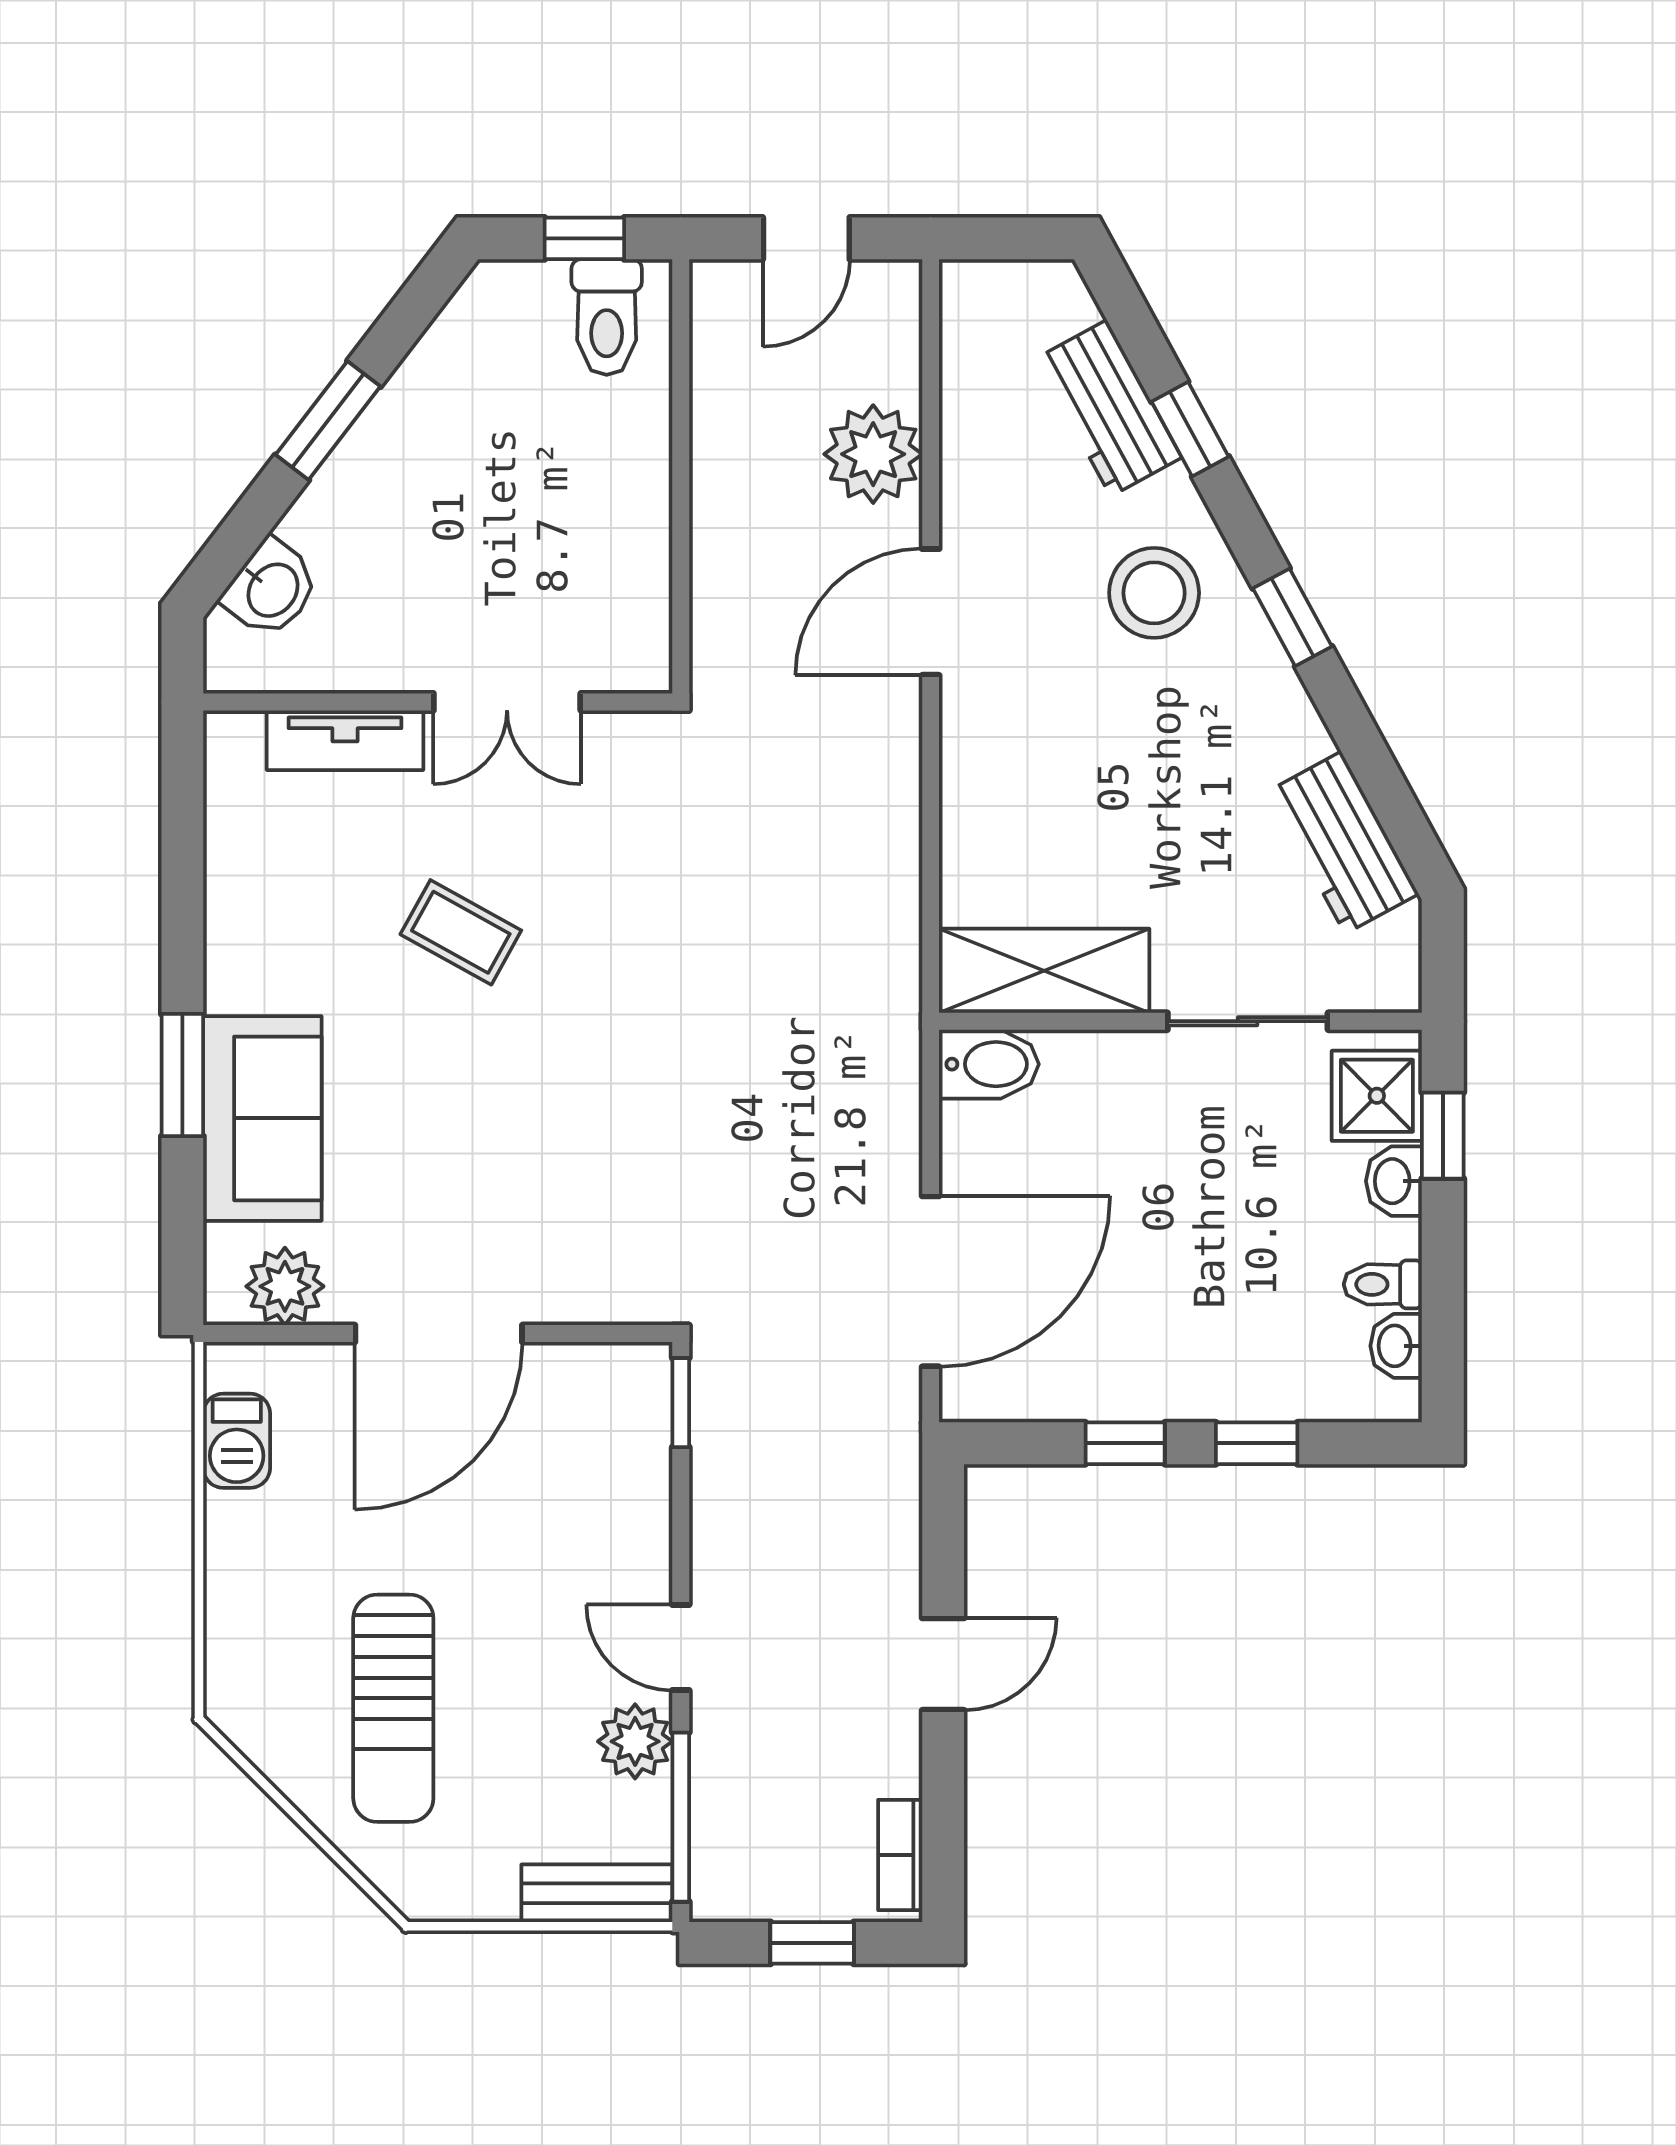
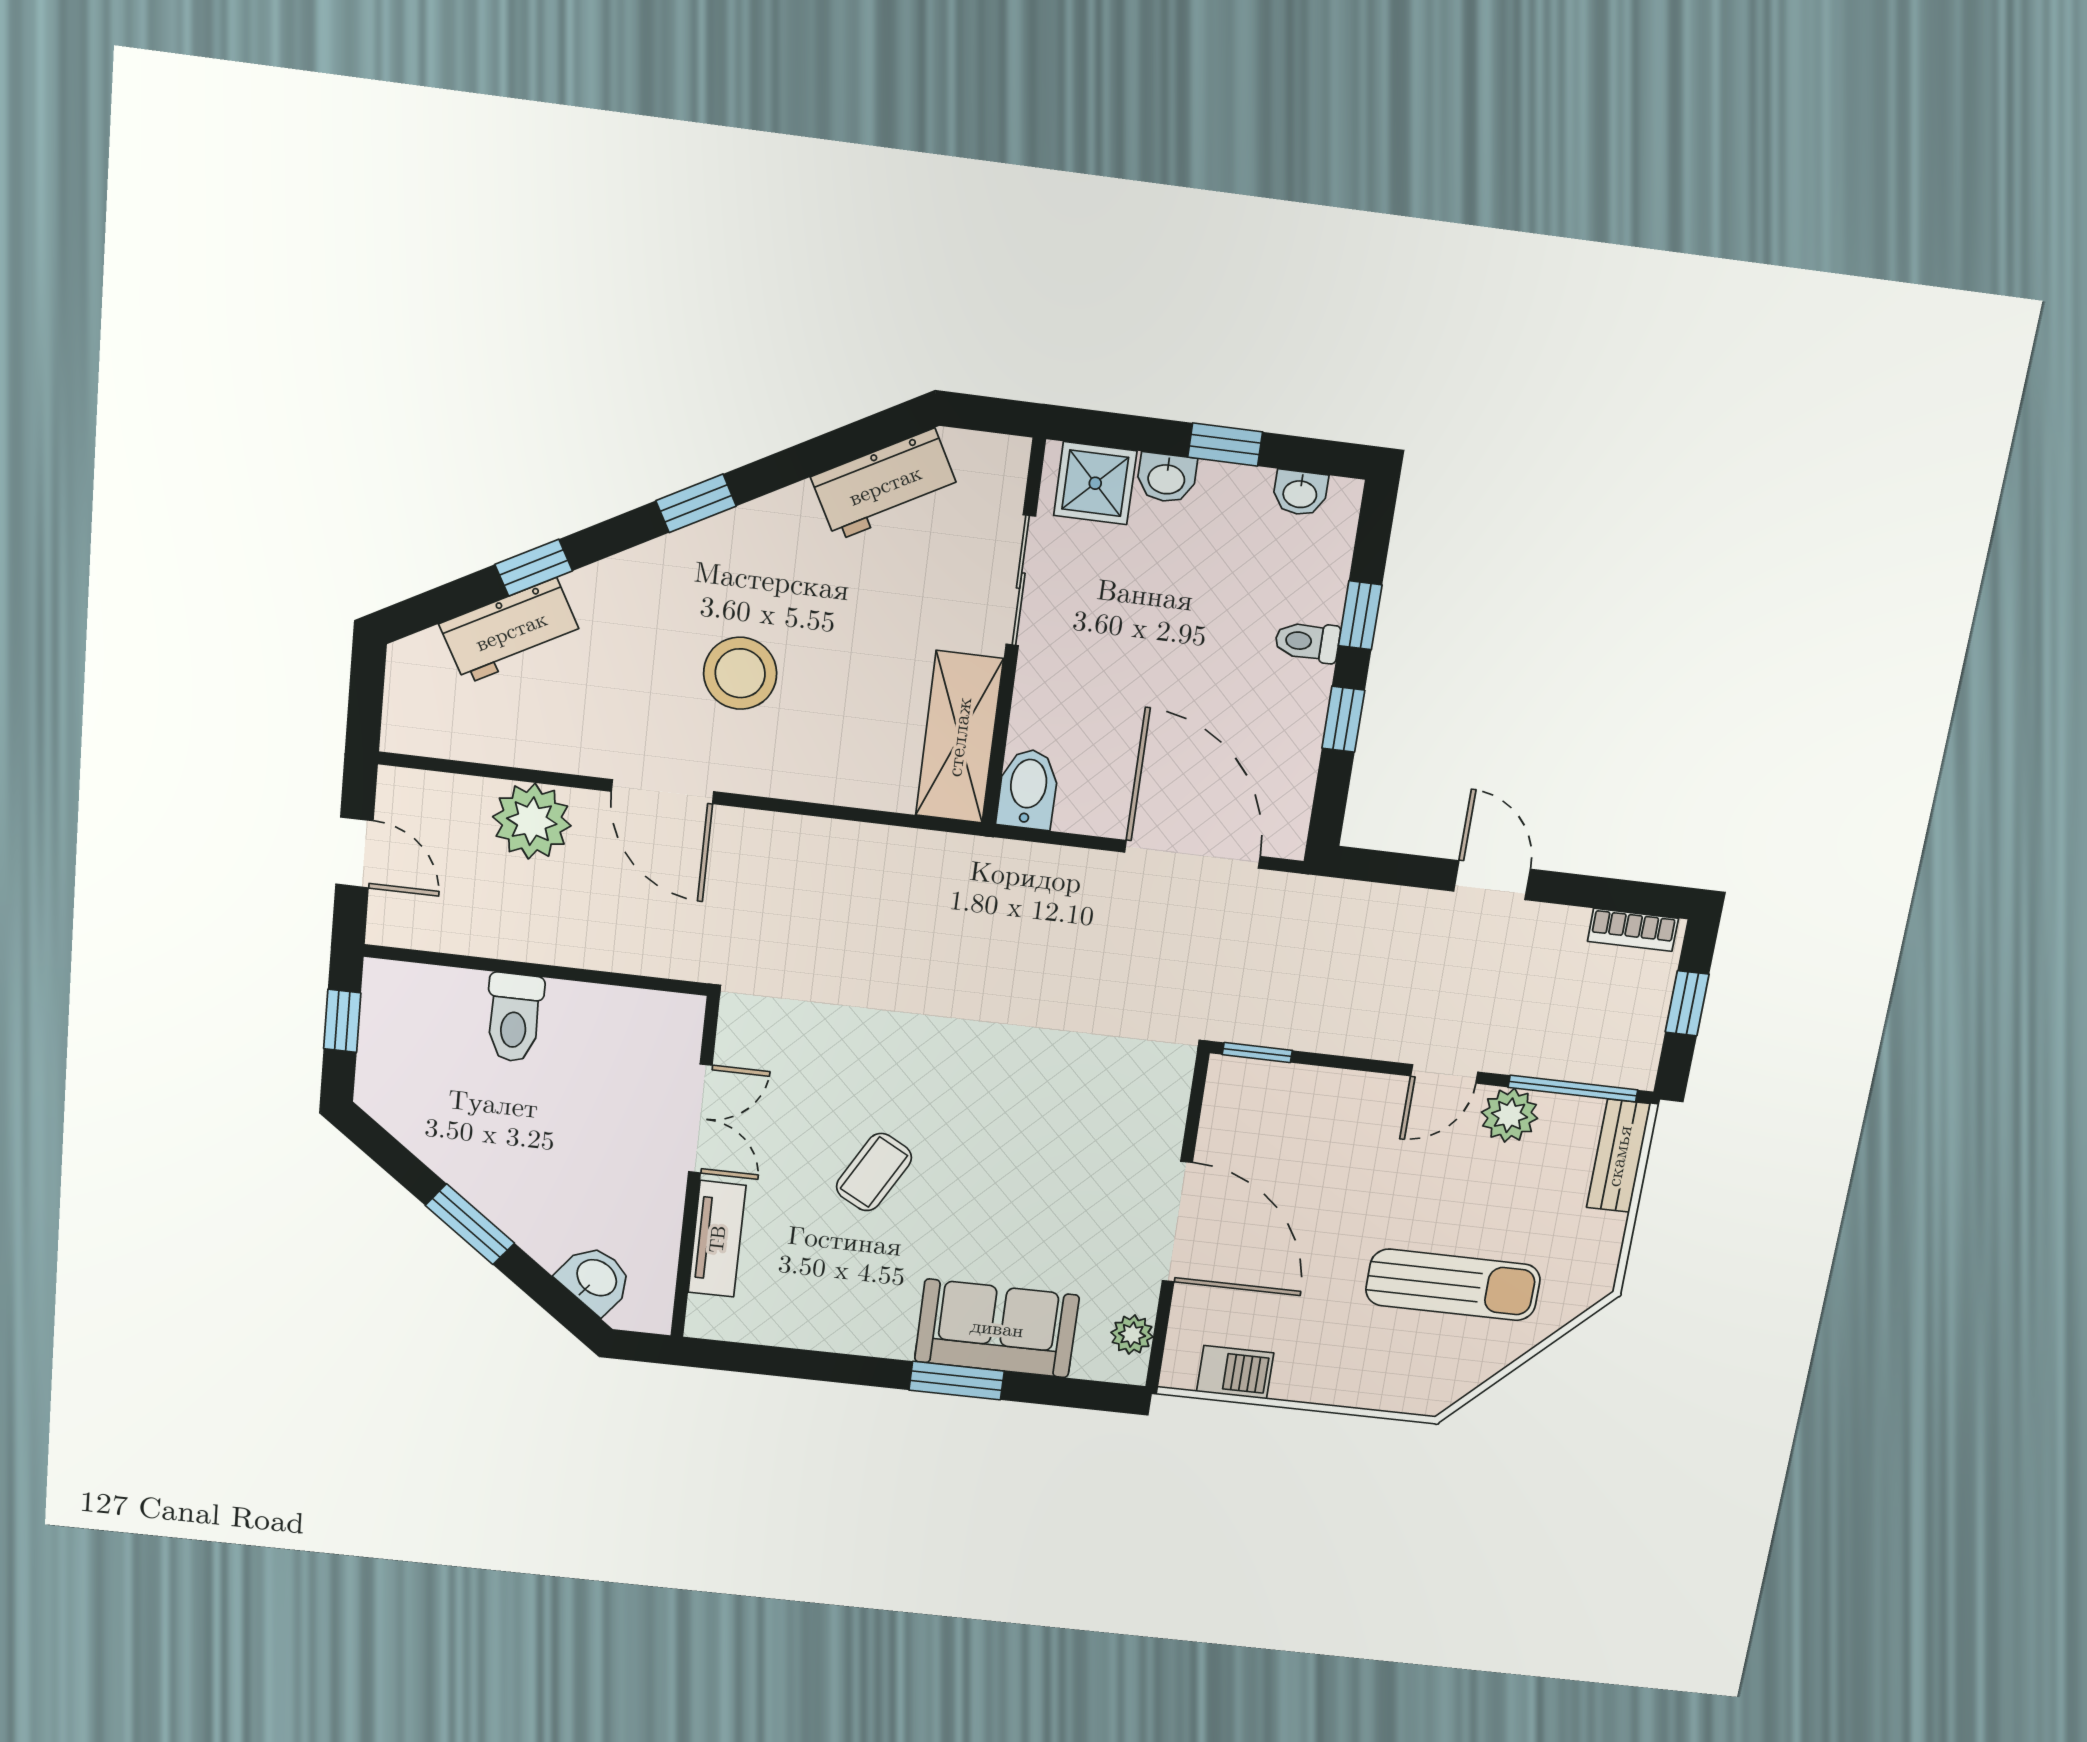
toilet: (607, 317) -> (514, 1018), moved, turned 90
stool: (1154, 593) -> (740, 673), moved
window: (1443, 1136) -> (1225, 445), moved
toilet: (1383, 1284) -> (1307, 642), moved, turned 90
plant: (285, 1286) -> (1132, 1335), width x0.73, depth x0.73

